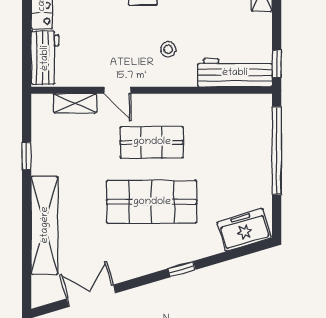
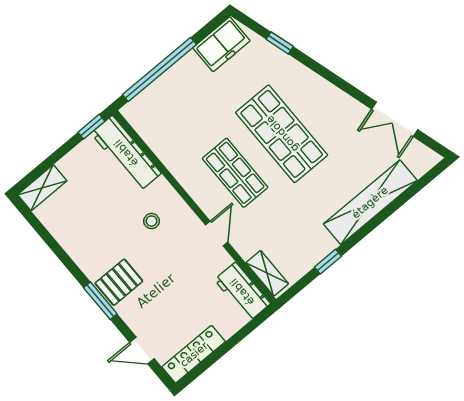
workbench: (45, 58) -> (242, 292), moved, turned -90
shelving: (75, 103) -> (267, 273), moved
freezer: (244, 230) -> (221, 44), moved, turned -74
window: (182, 269) -> (280, 43), moved

